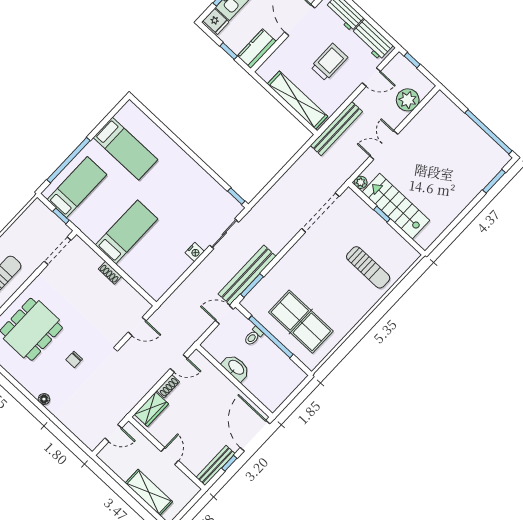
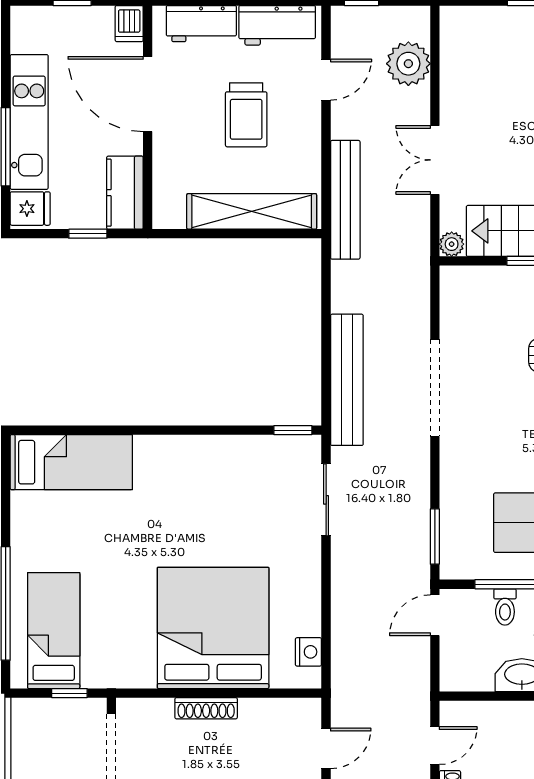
trolley: (329, 62) -> (246, 115), turned 180
bed: (125, 149) -> (71, 462), moved
doorway: (320, 213) -> (435, 388), moved
bed: (127, 232) -> (213, 628), width x2.04
nightstand: (195, 252) -> (308, 652), moved
shoe rack: (110, 273) -> (206, 708), width x1.43
bench: (247, 275) -> (347, 380), moved

